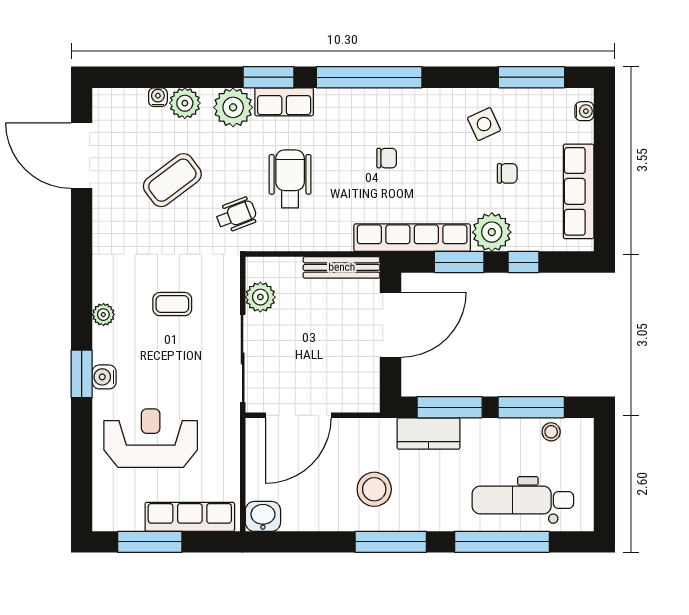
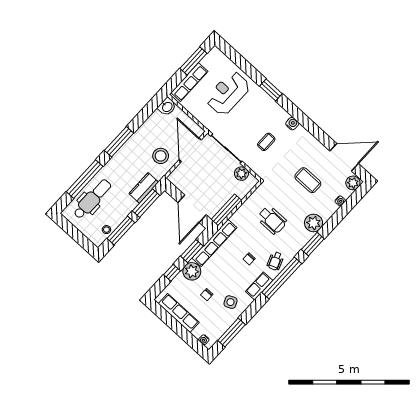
row of seats: (284, 102) -> (259, 286), moved
plant: (185, 103) -> (353, 183), moved
coffee table: (172, 180) -> (308, 180), turned -53
wheelchair: (236, 215) -> (275, 261), moved
plant: (103, 315) -> (284, 115), removed
water cooler: (104, 377) -> (292, 124), moved
reception desk: (151, 438) -> (228, 93), turned 180
stool: (374, 489) -> (161, 156), moved

